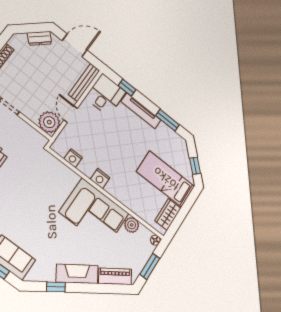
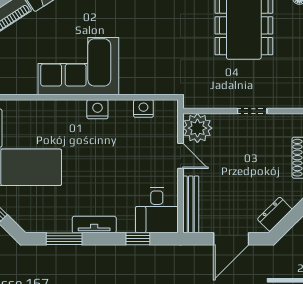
tv unit: (141, 111) -> (94, 225), width x0.71
plant: (132, 225) -> (26, 85), removed

